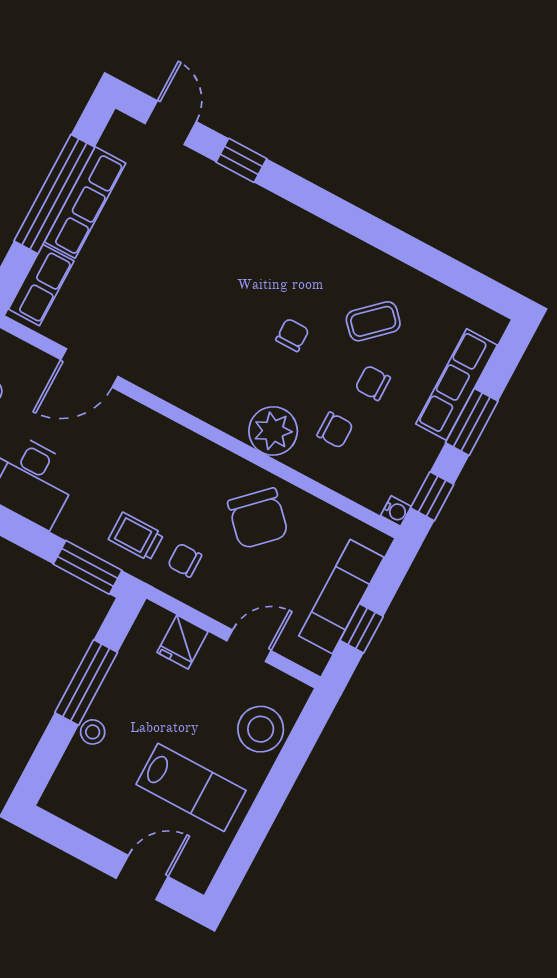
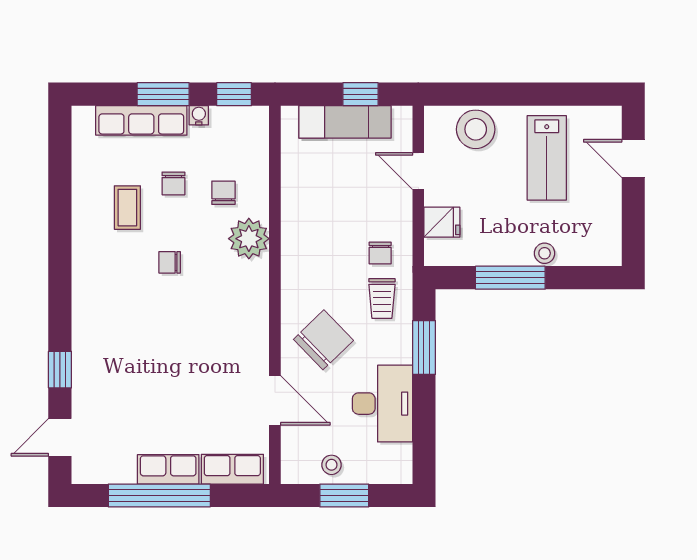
row of seats: (85, 203) -> (168, 469), width x0.68
coffee table: (373, 321) -> (127, 208), turned 43
water cooler: (396, 511) -> (199, 115), moved
chair: (258, 518) -> (323, 340), moved
window: (88, 567) -> (424, 347), moved
lab bench: (191, 787) -> (547, 158), turned 180

